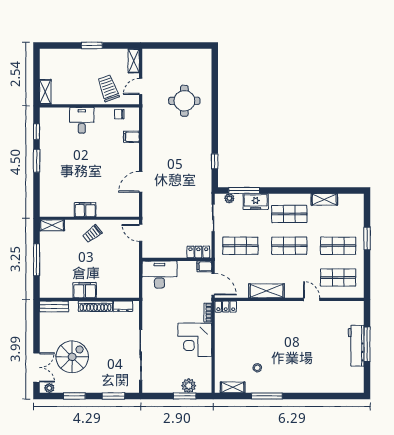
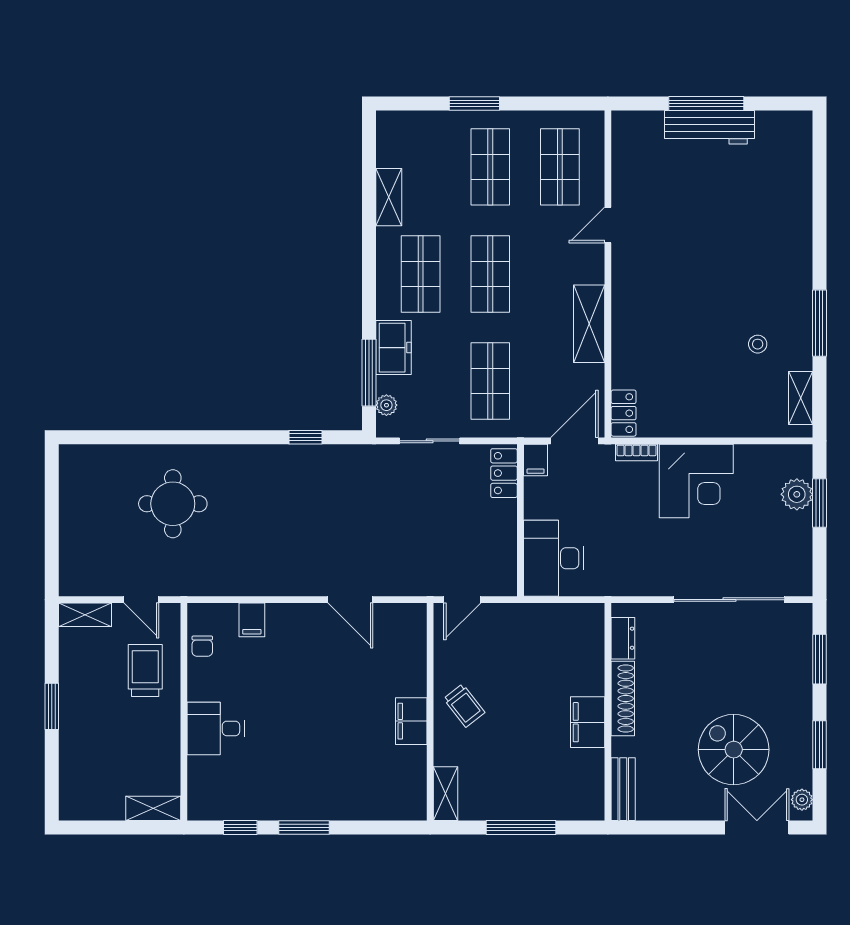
trolley: (108, 88) -> (145, 670), turned 110

